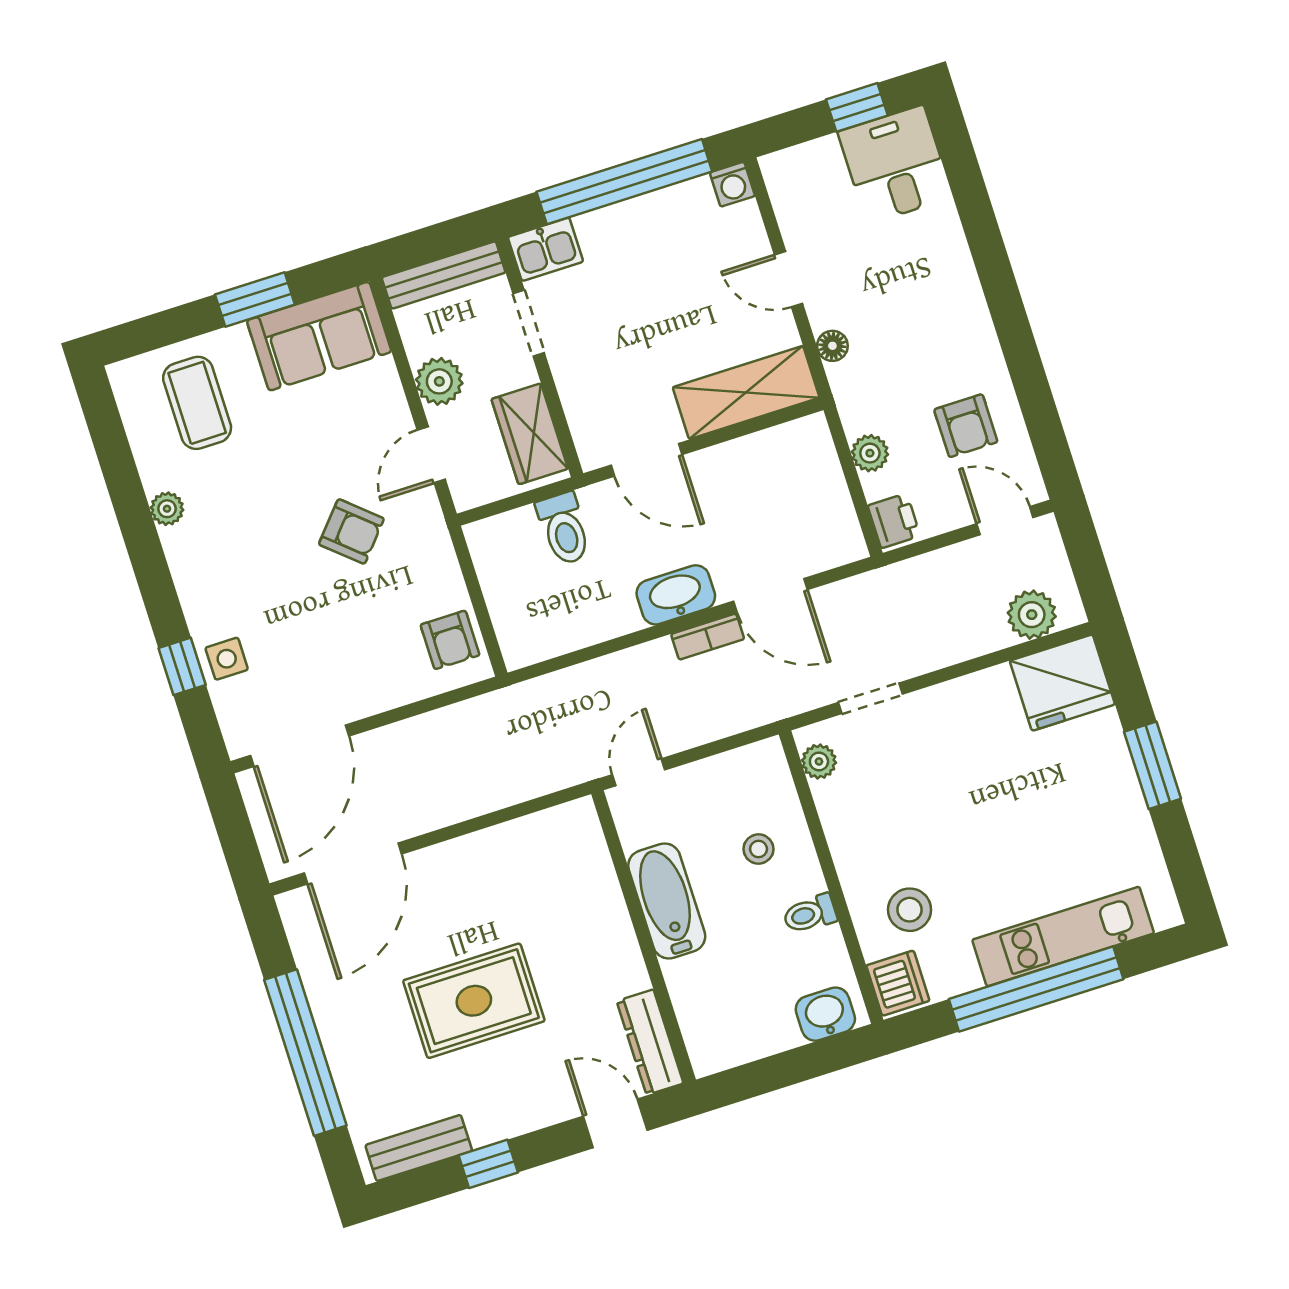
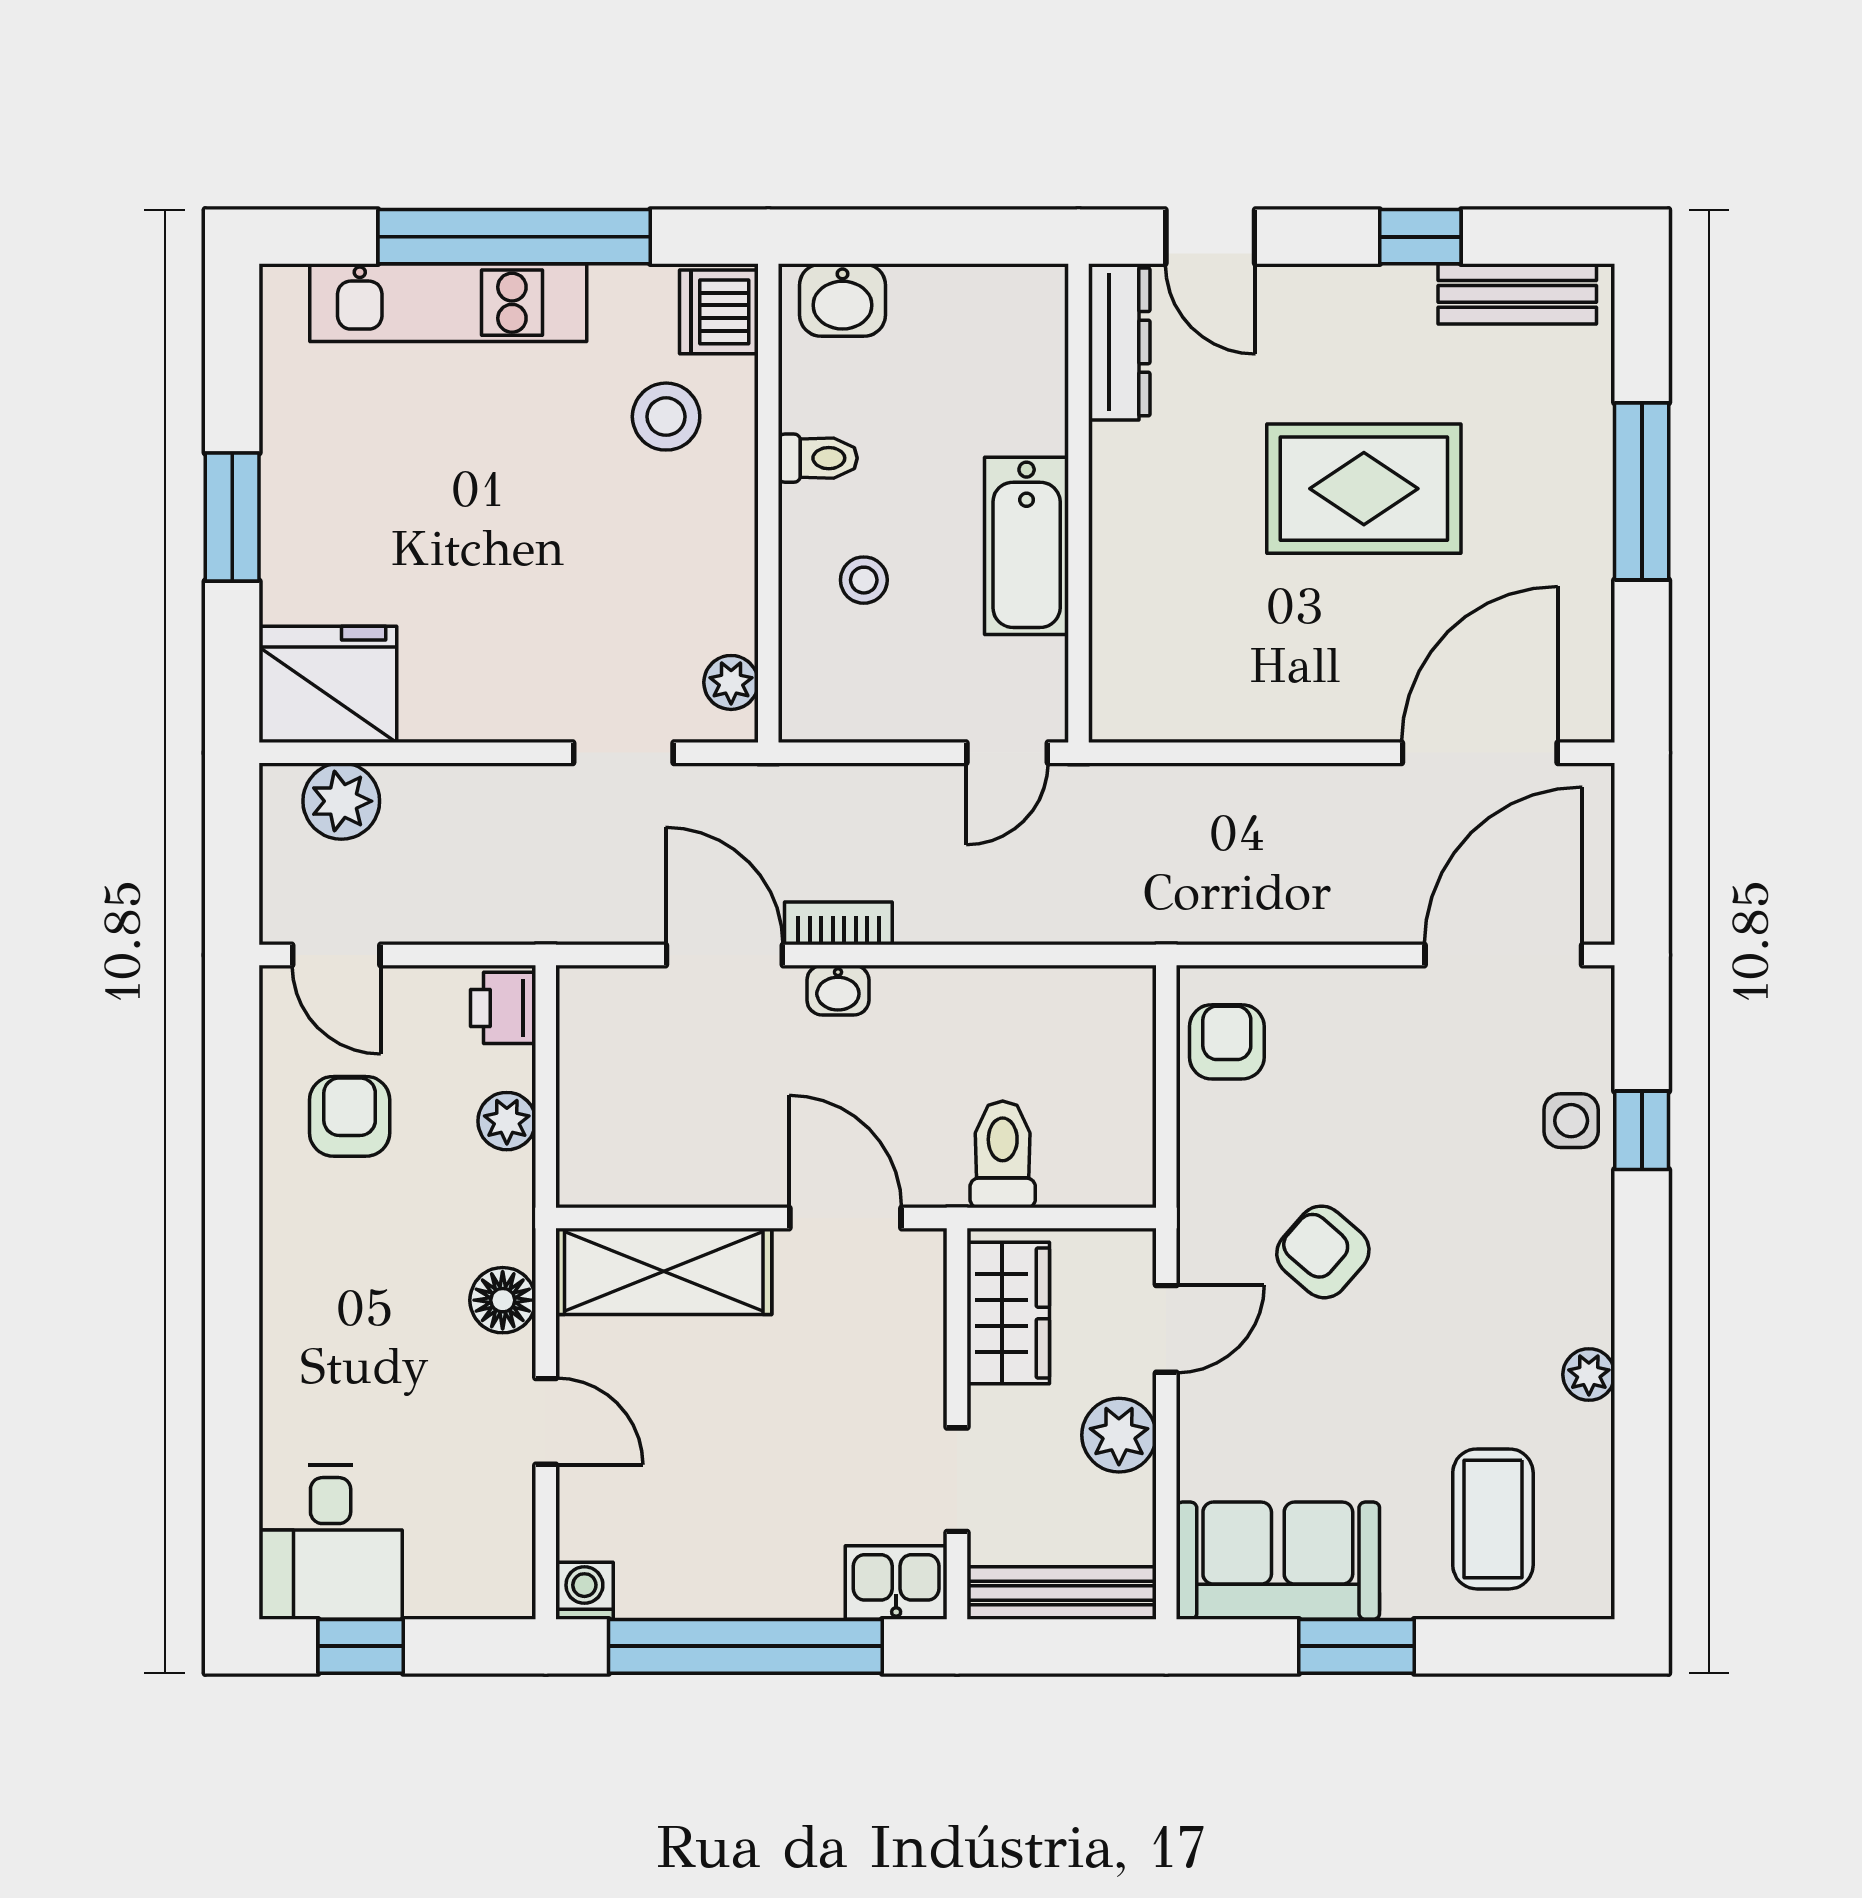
floor lamp: (832, 346) -> (503, 1300), width x1.37, depth x1.37
washbasin: (676, 595) -> (838, 990), width x0.52, depth x0.69
window: (305, 1053) -> (1642, 491), width x0.68

